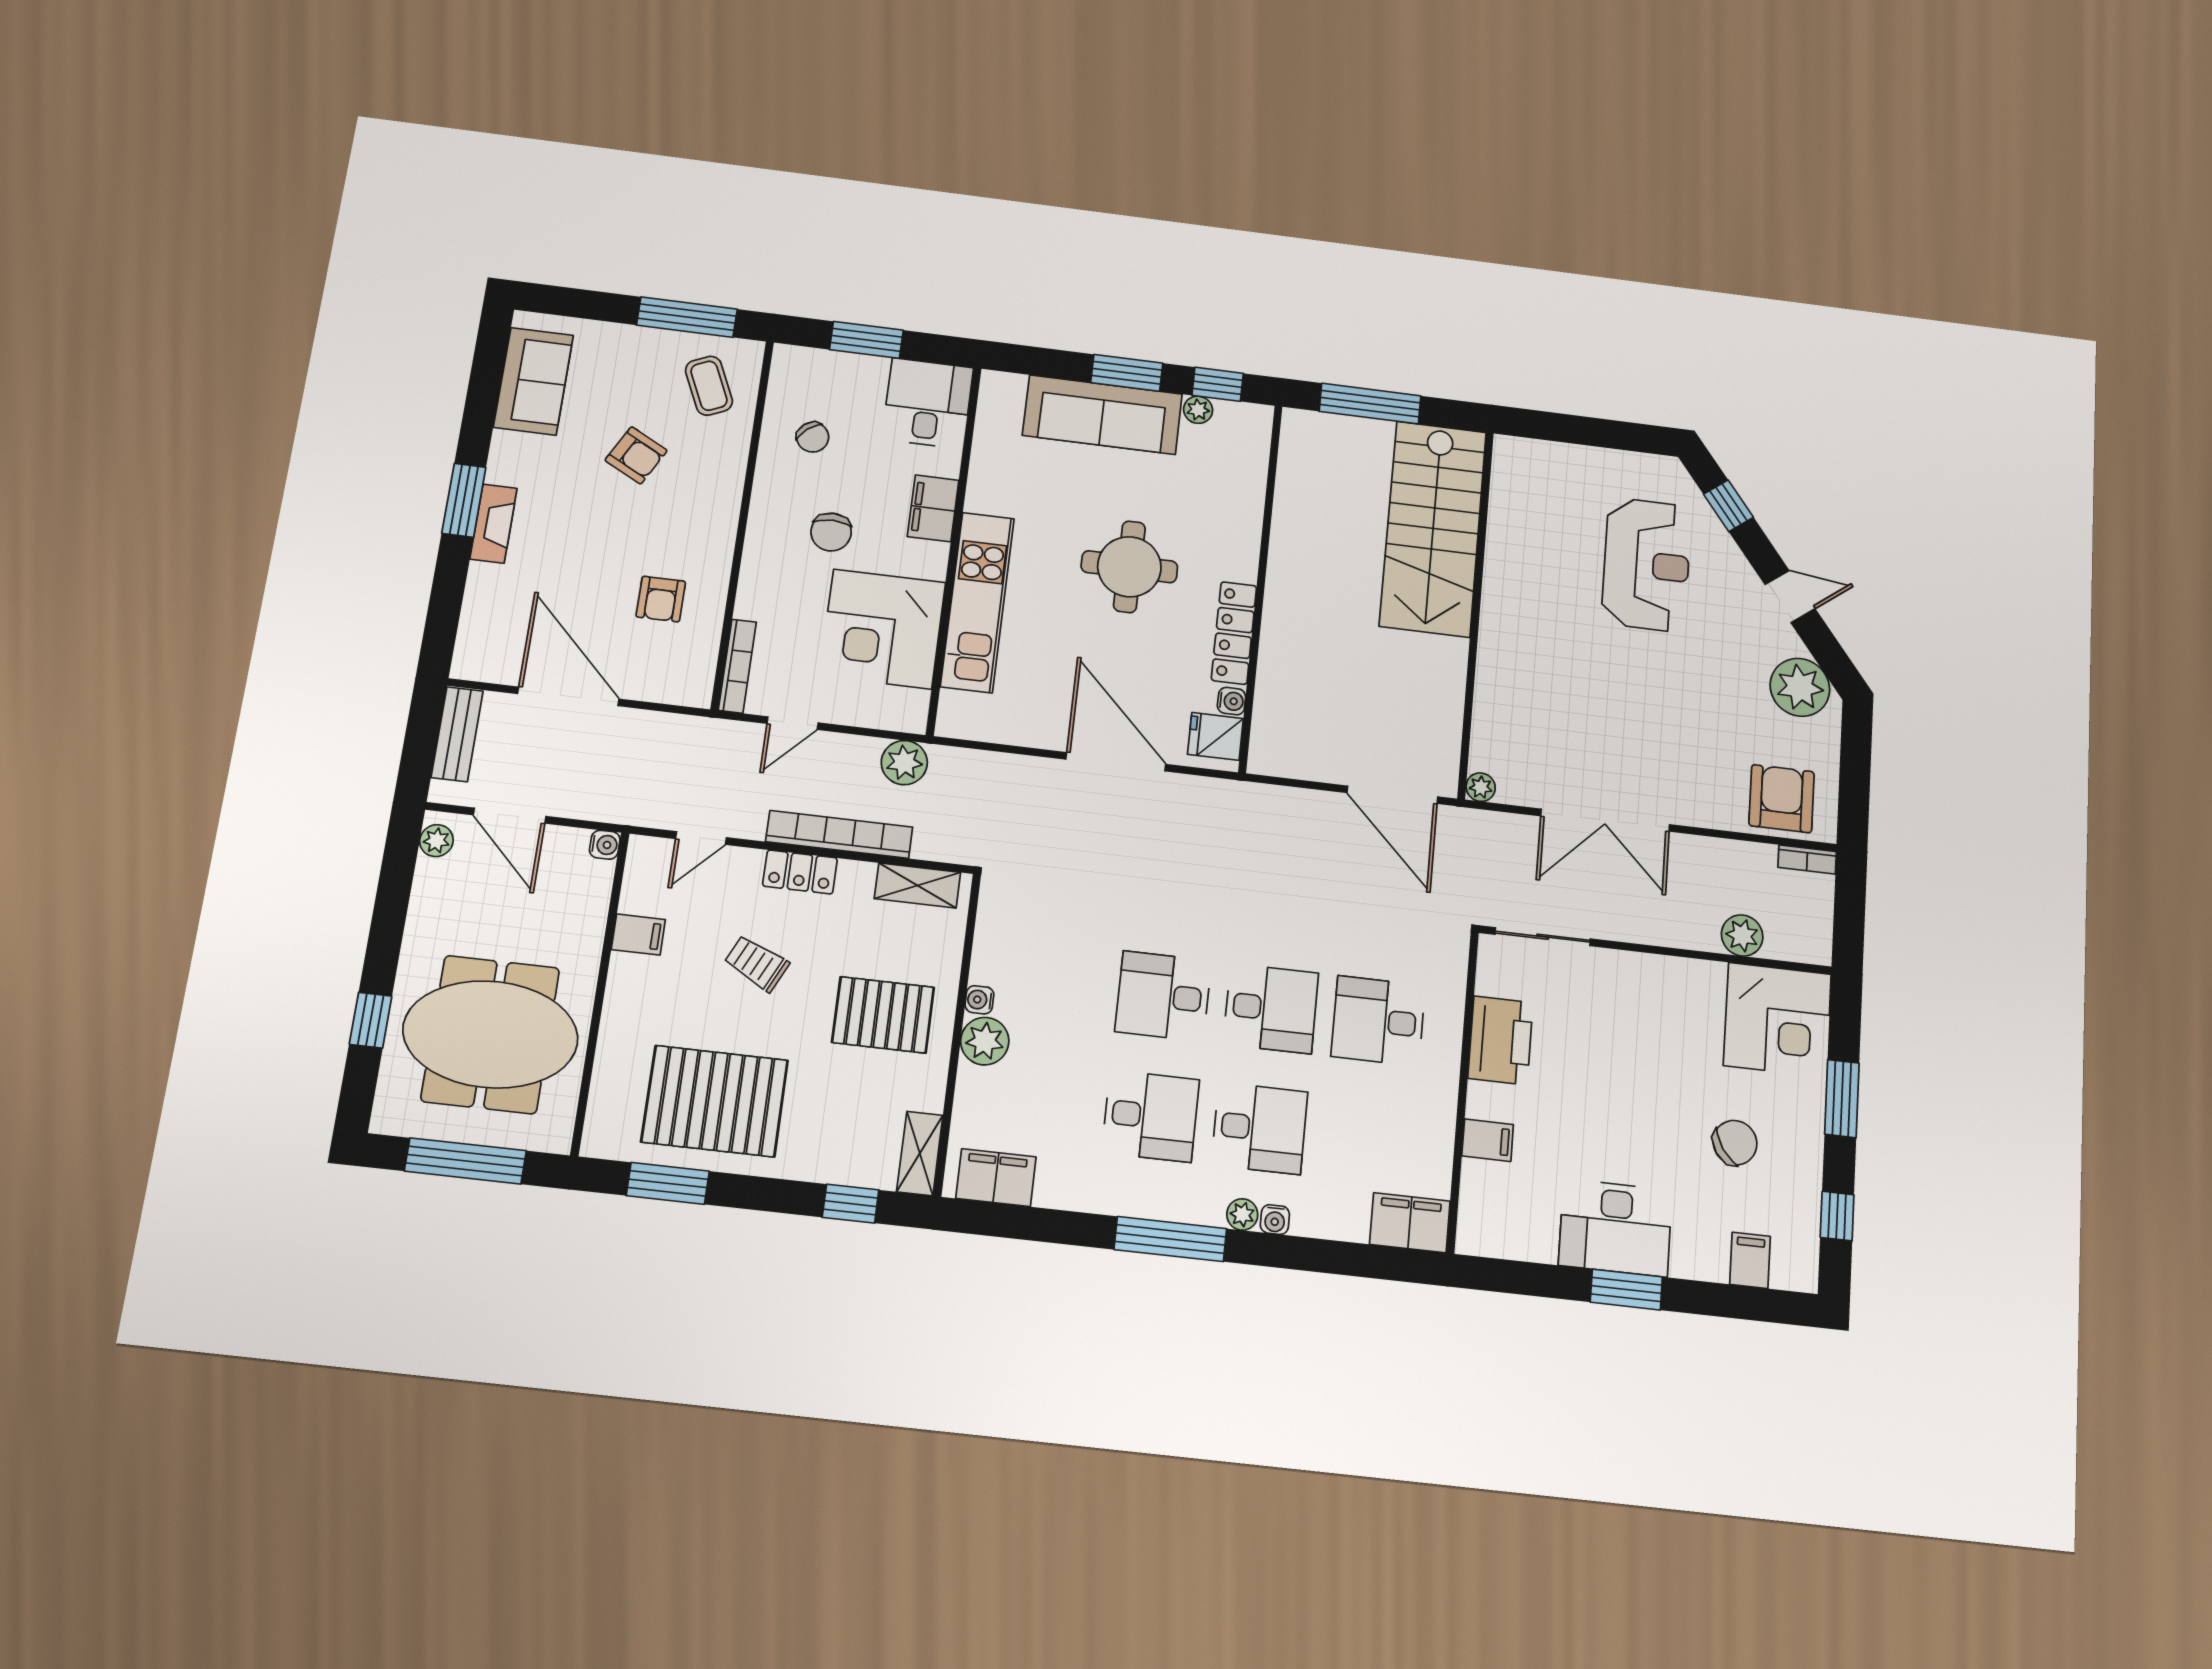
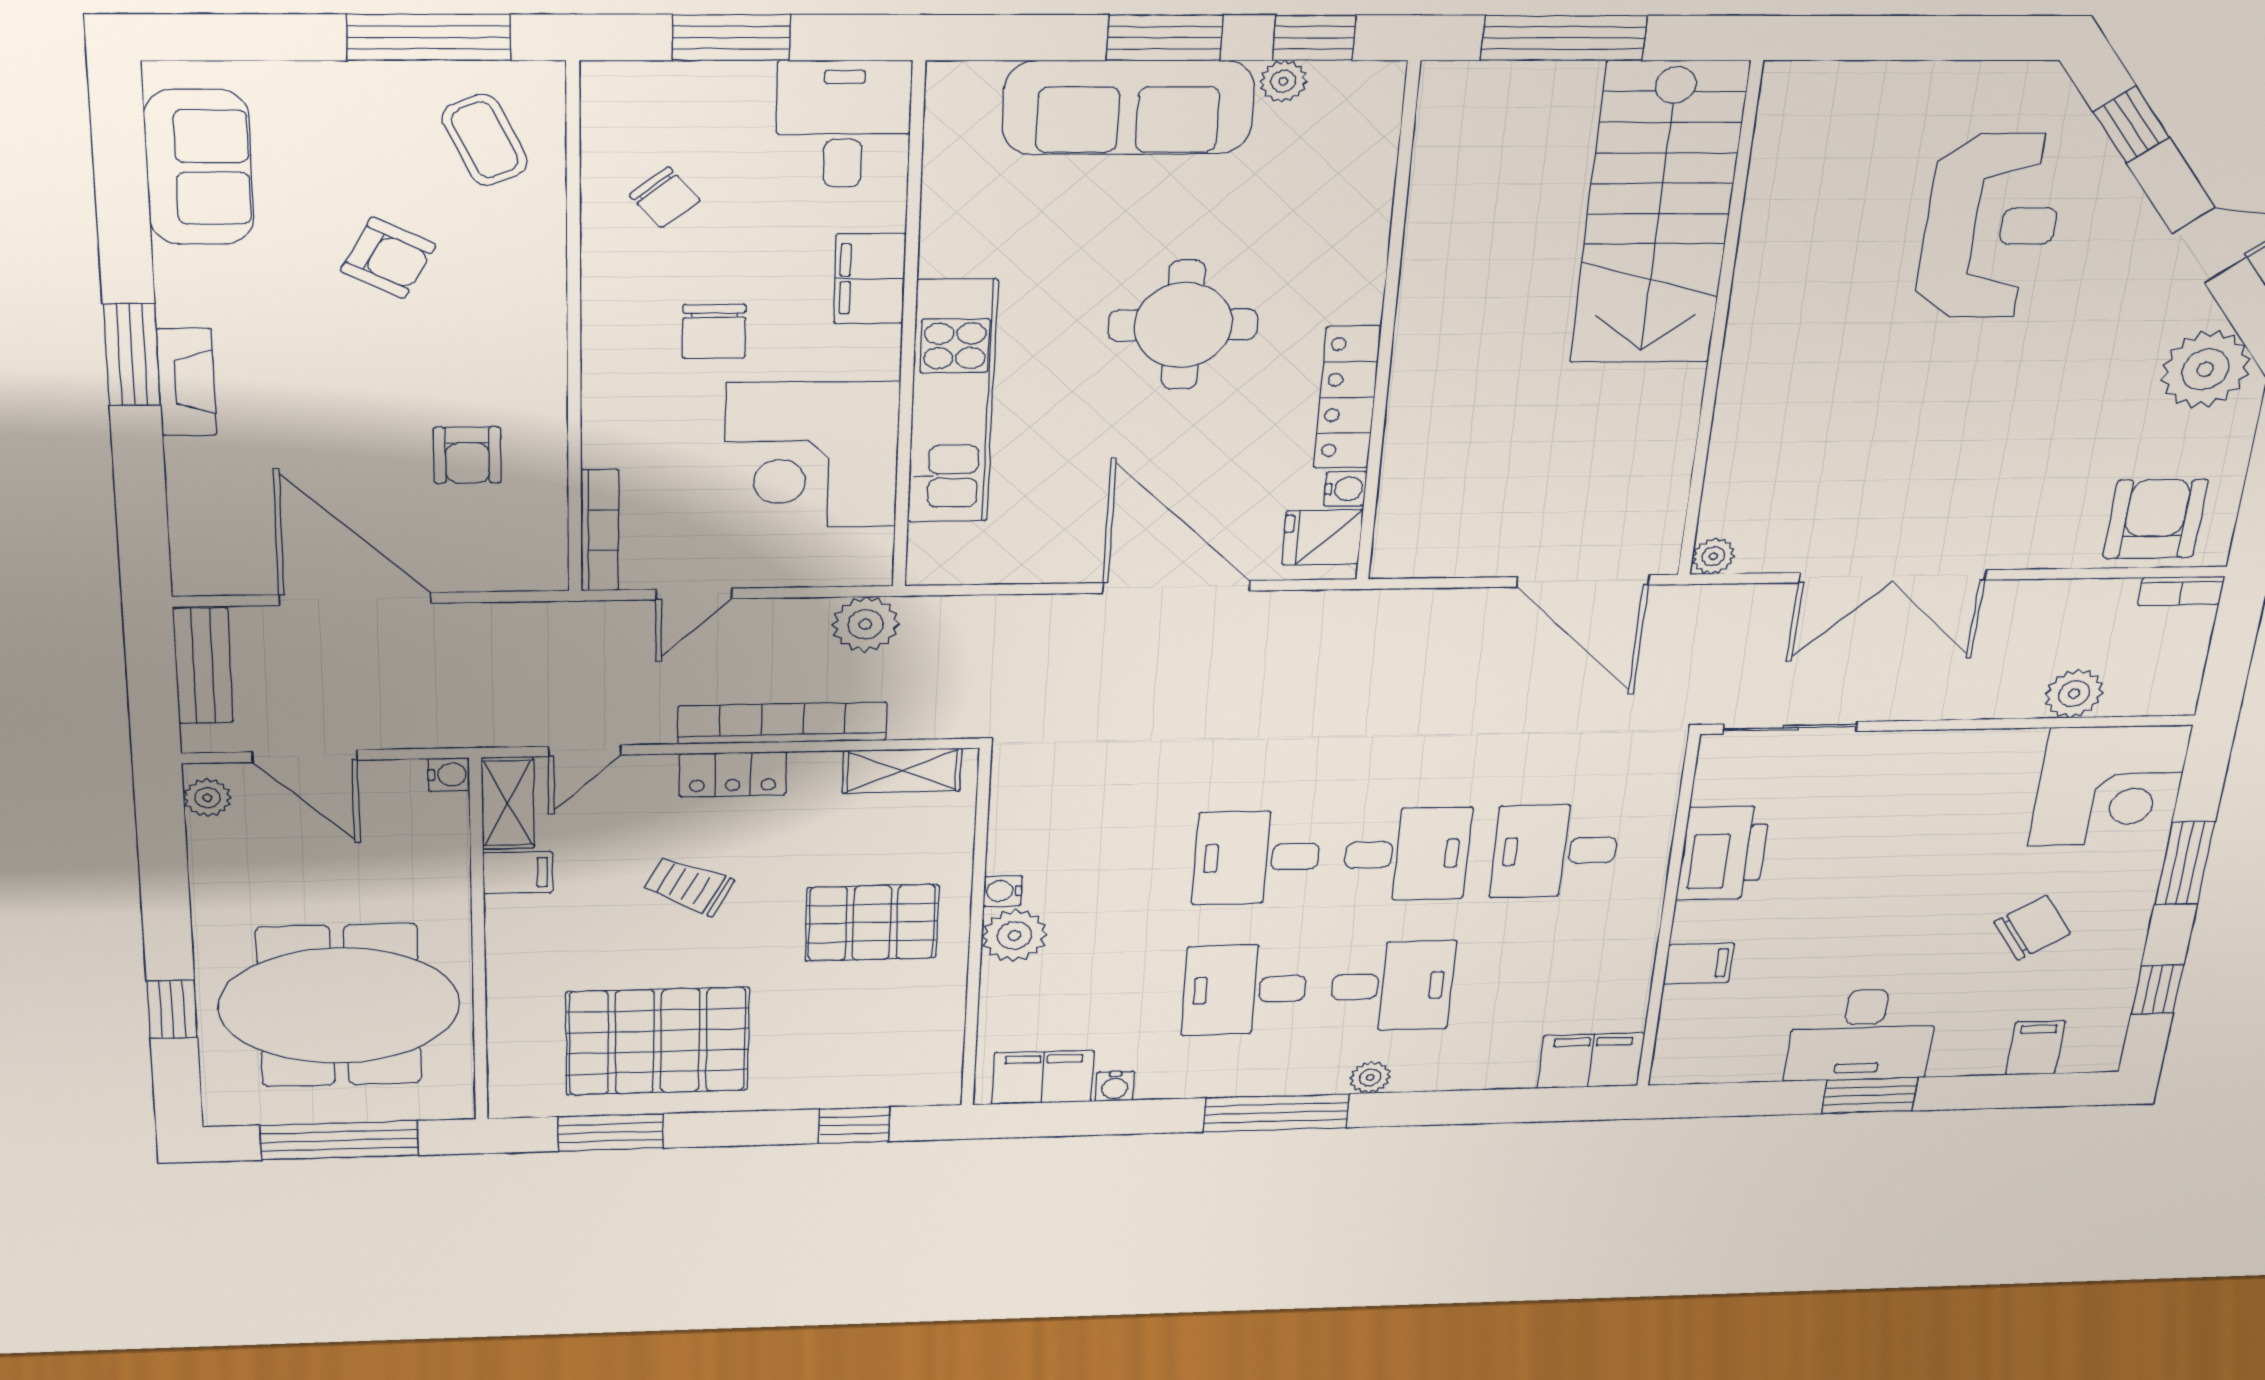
desk: (1151, 1116) -> (1245, 990), turned 180
shelving: (920, 1153) -> (508, 803), moved
water cooler: (1275, 1220) -> (1115, 1086), moved

